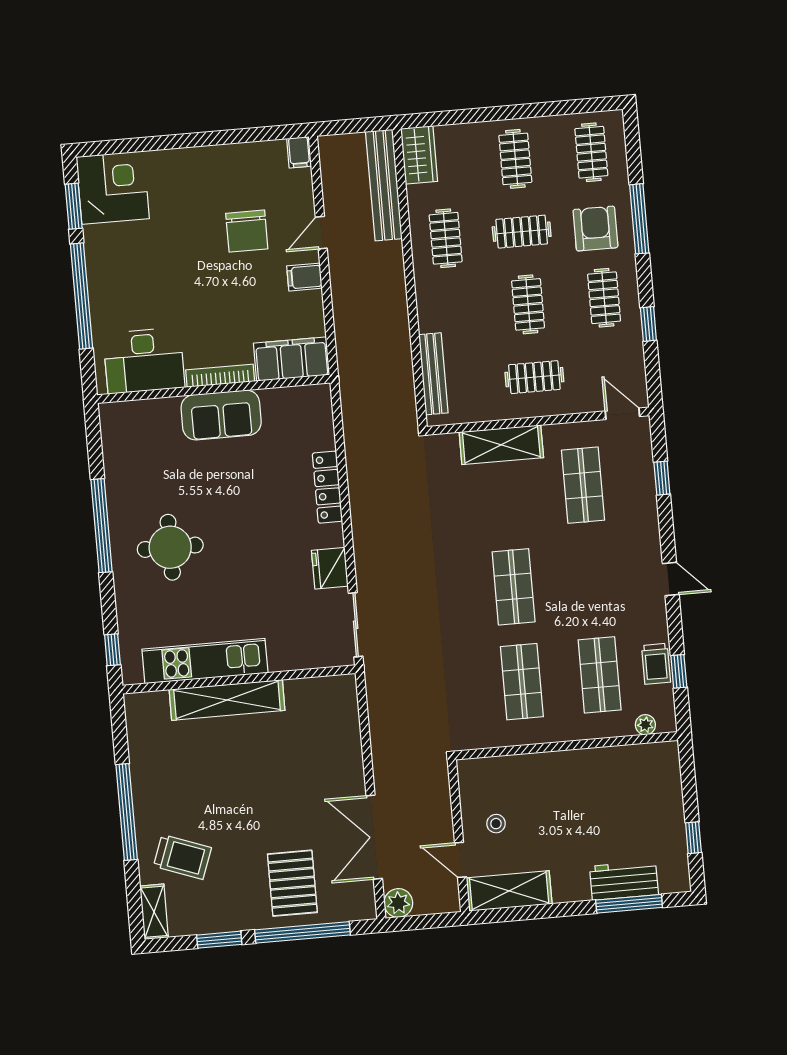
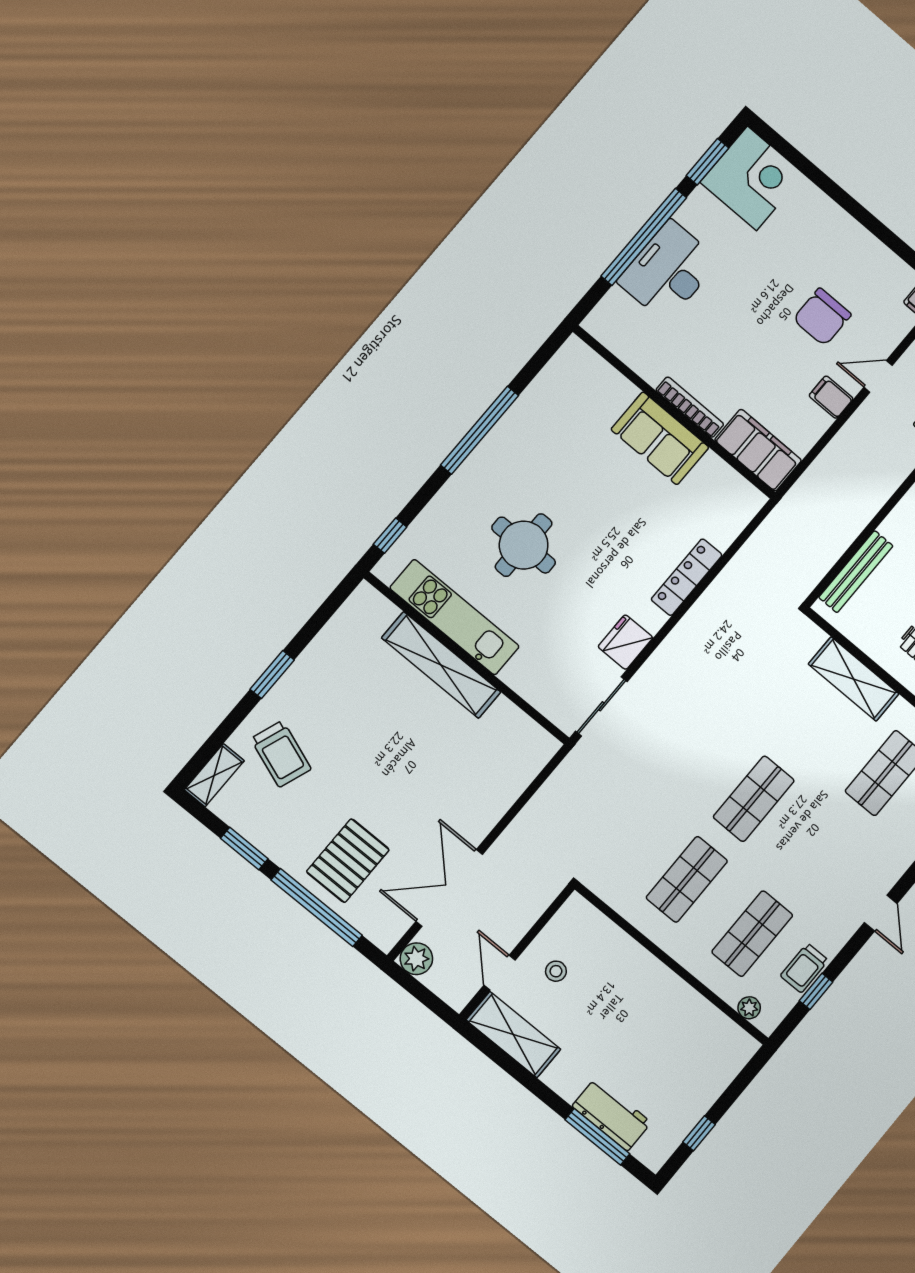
desk: (144, 360) -> (668, 271), moved, turned 90
round table: (170, 547) -> (524, 545), moved
window: (127, 812) -> (272, 675), width x0.47

